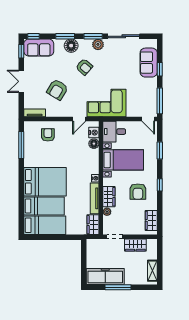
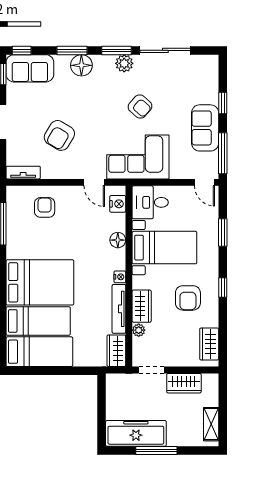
sofa: (149, 63) -> (205, 128), moved
armchair: (84, 67) -> (140, 107), moved
door: (79, 119) -> (94, 182), hinge flipped
floor lamp: (94, 144) -> (118, 240), moved

